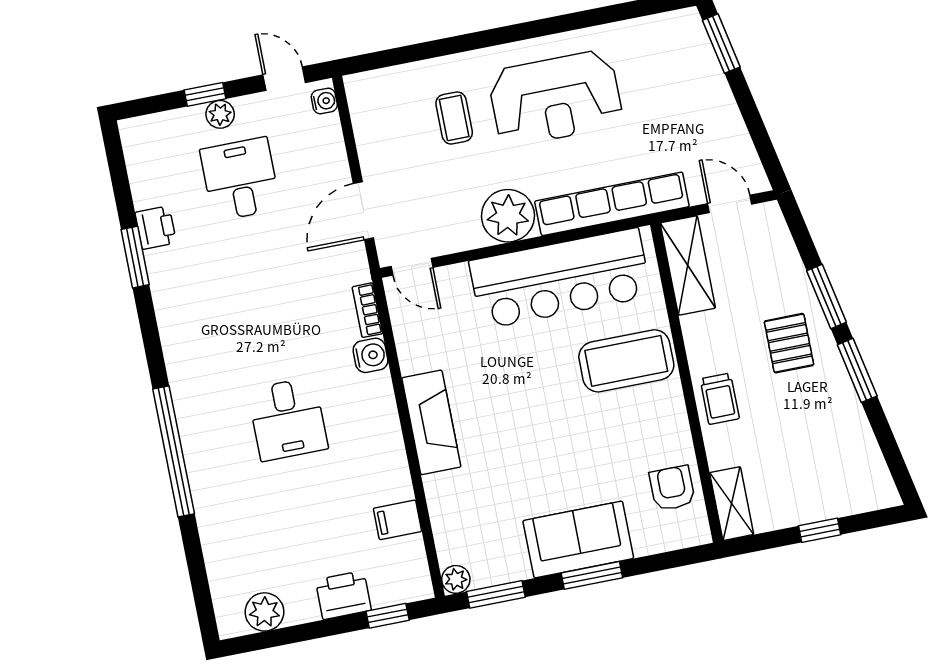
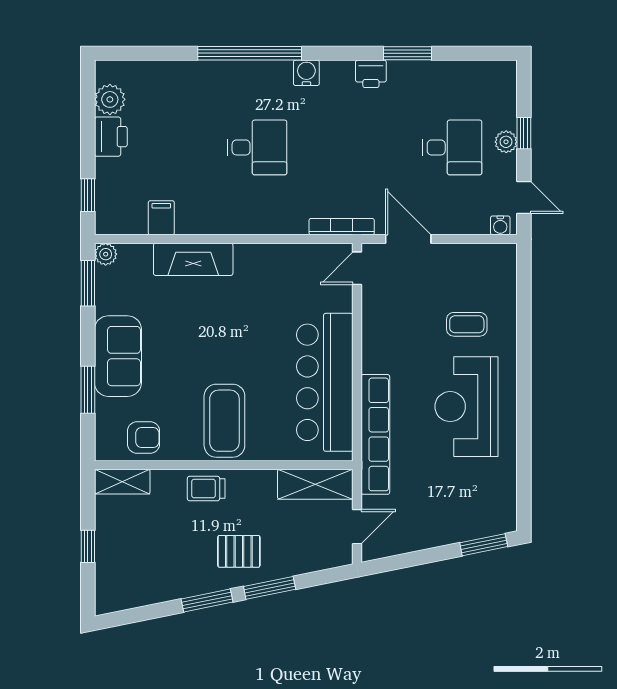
door: (284, 79) -> (524, 197), hinge flipped
plant: (508, 216) -> (382, 351), removed
printer: (156, 228) -> (371, 74), moved
bookcase: (367, 310) -> (342, 227), width x1.56
water cooler: (370, 355) -> (306, 73), moved, turned 180
coffee table: (626, 361) -> (224, 421), moved
desk: (288, 419) -> (257, 147), turned 180
fireplace: (431, 422) -> (193, 259), moved
window: (592, 575) -> (88, 390), moved
printer: (343, 595) -> (111, 137), moved

